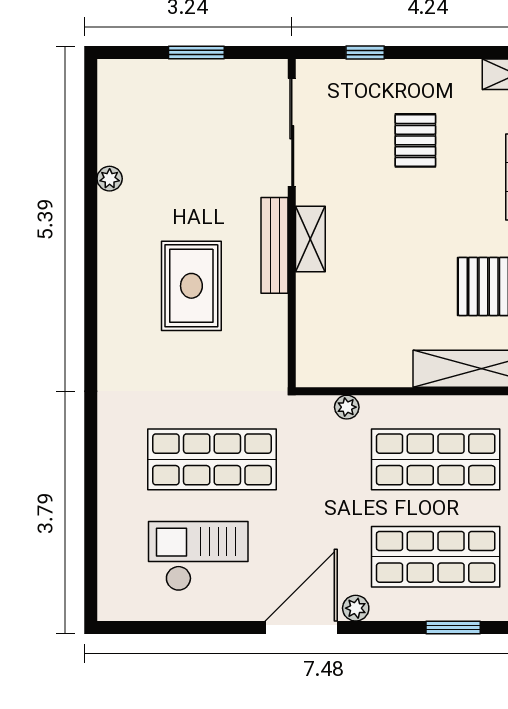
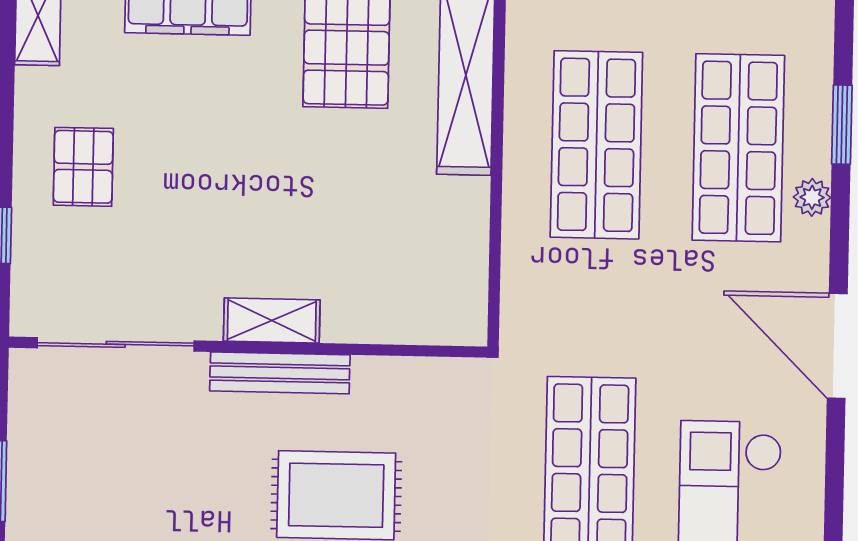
pallet: (415, 140) -> (83, 167), moved, turned 90
plant: (347, 407) -> (518, 273), removed
plant: (356, 608) -> (812, 197), moved

